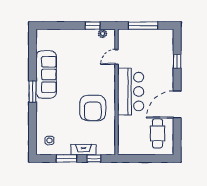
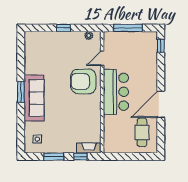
window: (93, 26) -> (64, 28), moved
window: (177, 61) -> (161, 46), moved
sofa: (46, 74) -> (34, 98), moved
armchair: (93, 108) -> (83, 81), moved, turned 90
fireplace: (83, 150) -> (89, 148), moved

